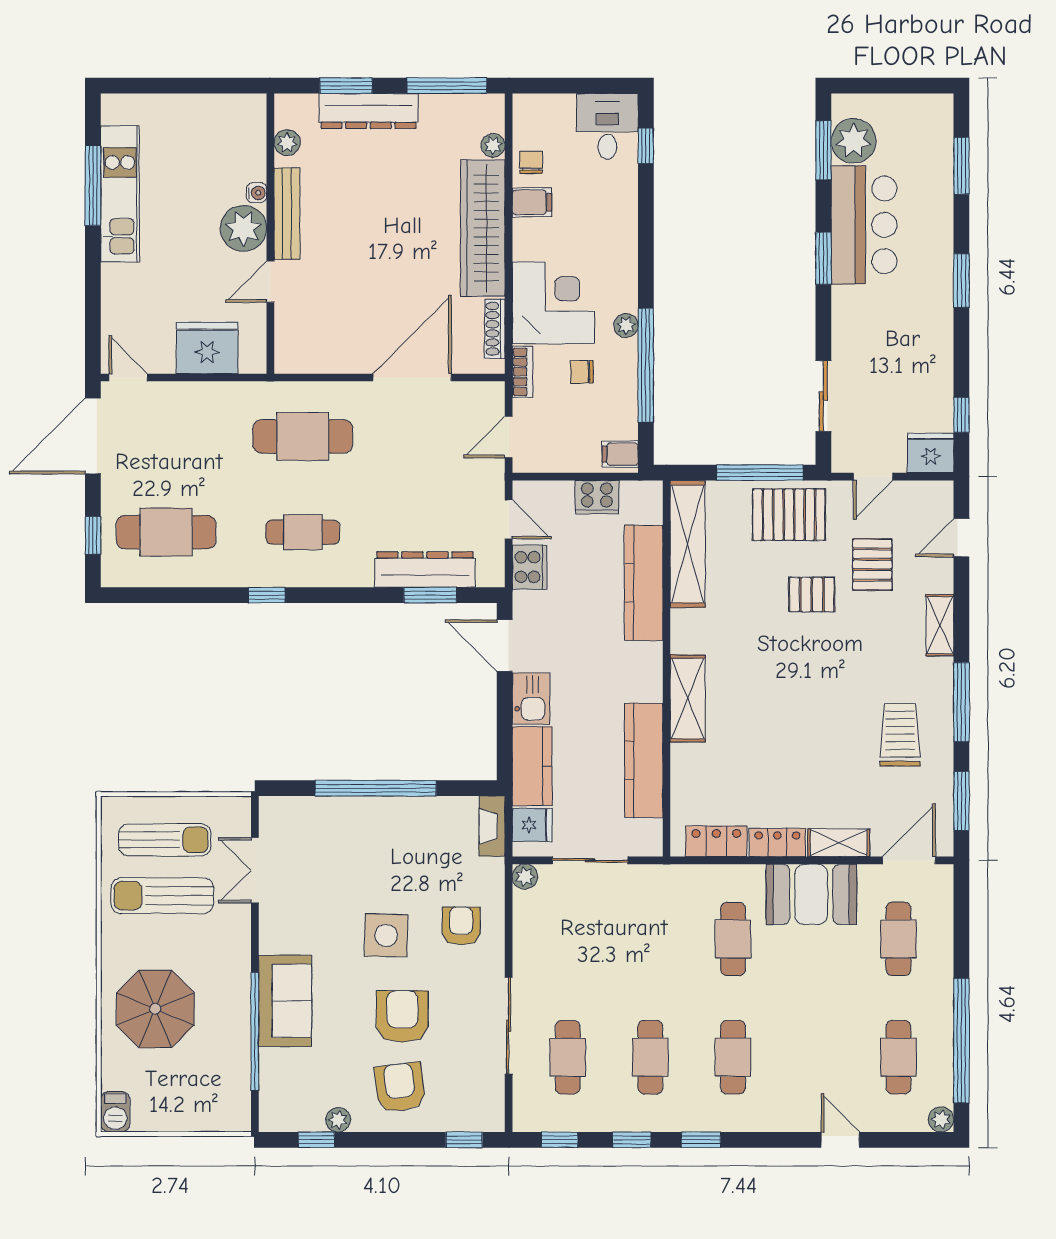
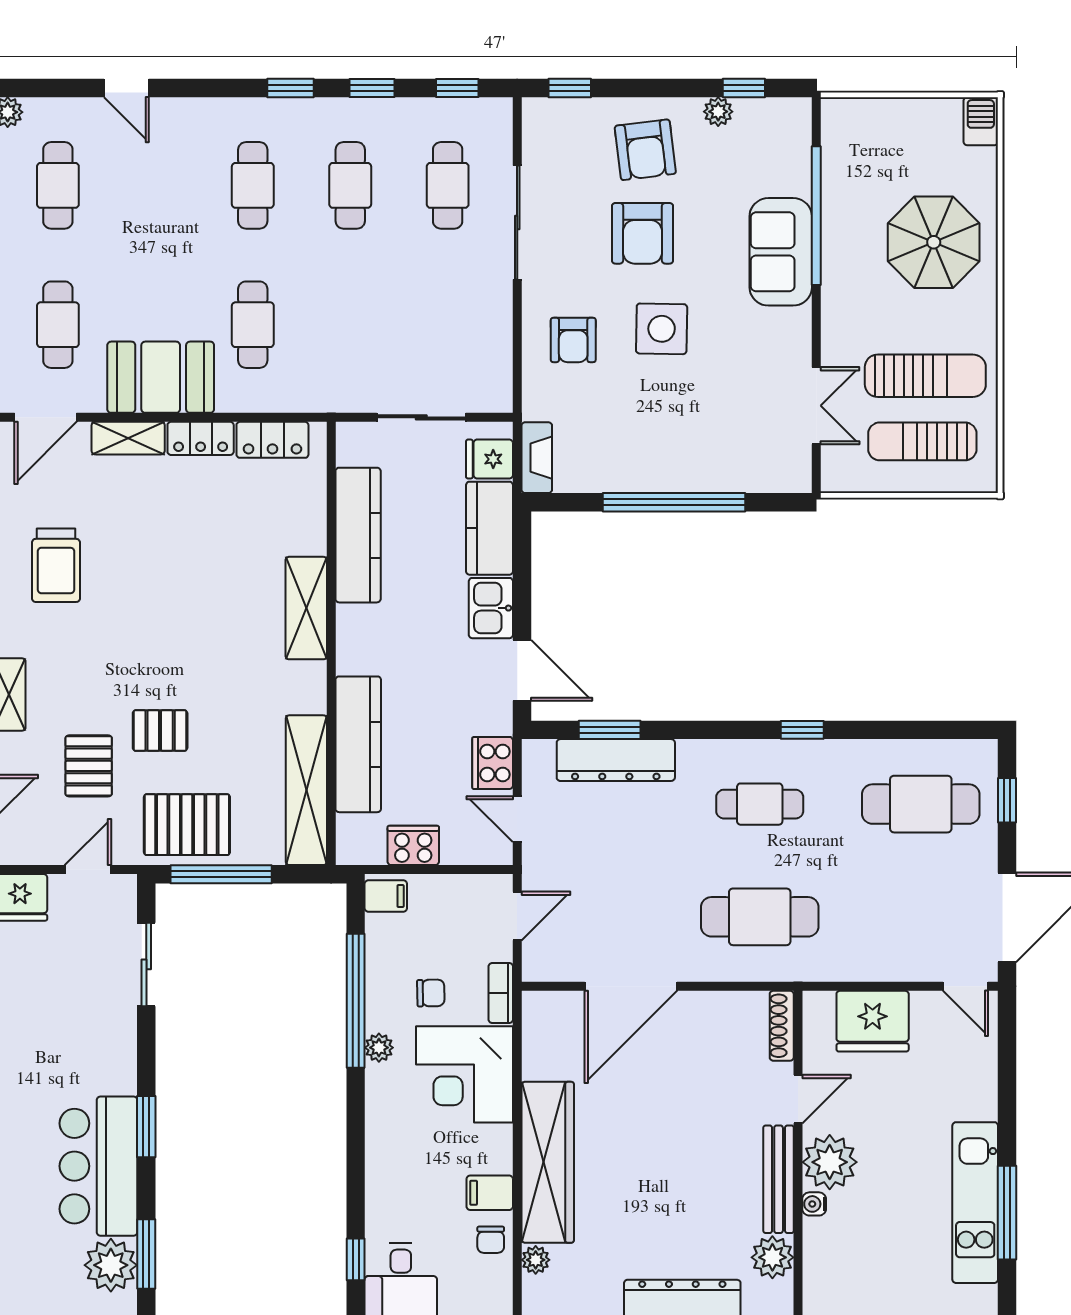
plant: (287, 143) -> (772, 1257), width x1.38, depth x1.38
shoe rack: (495, 329) -> (782, 1026), moved, turned 180
plant: (525, 877) -> (498, 398), removed

